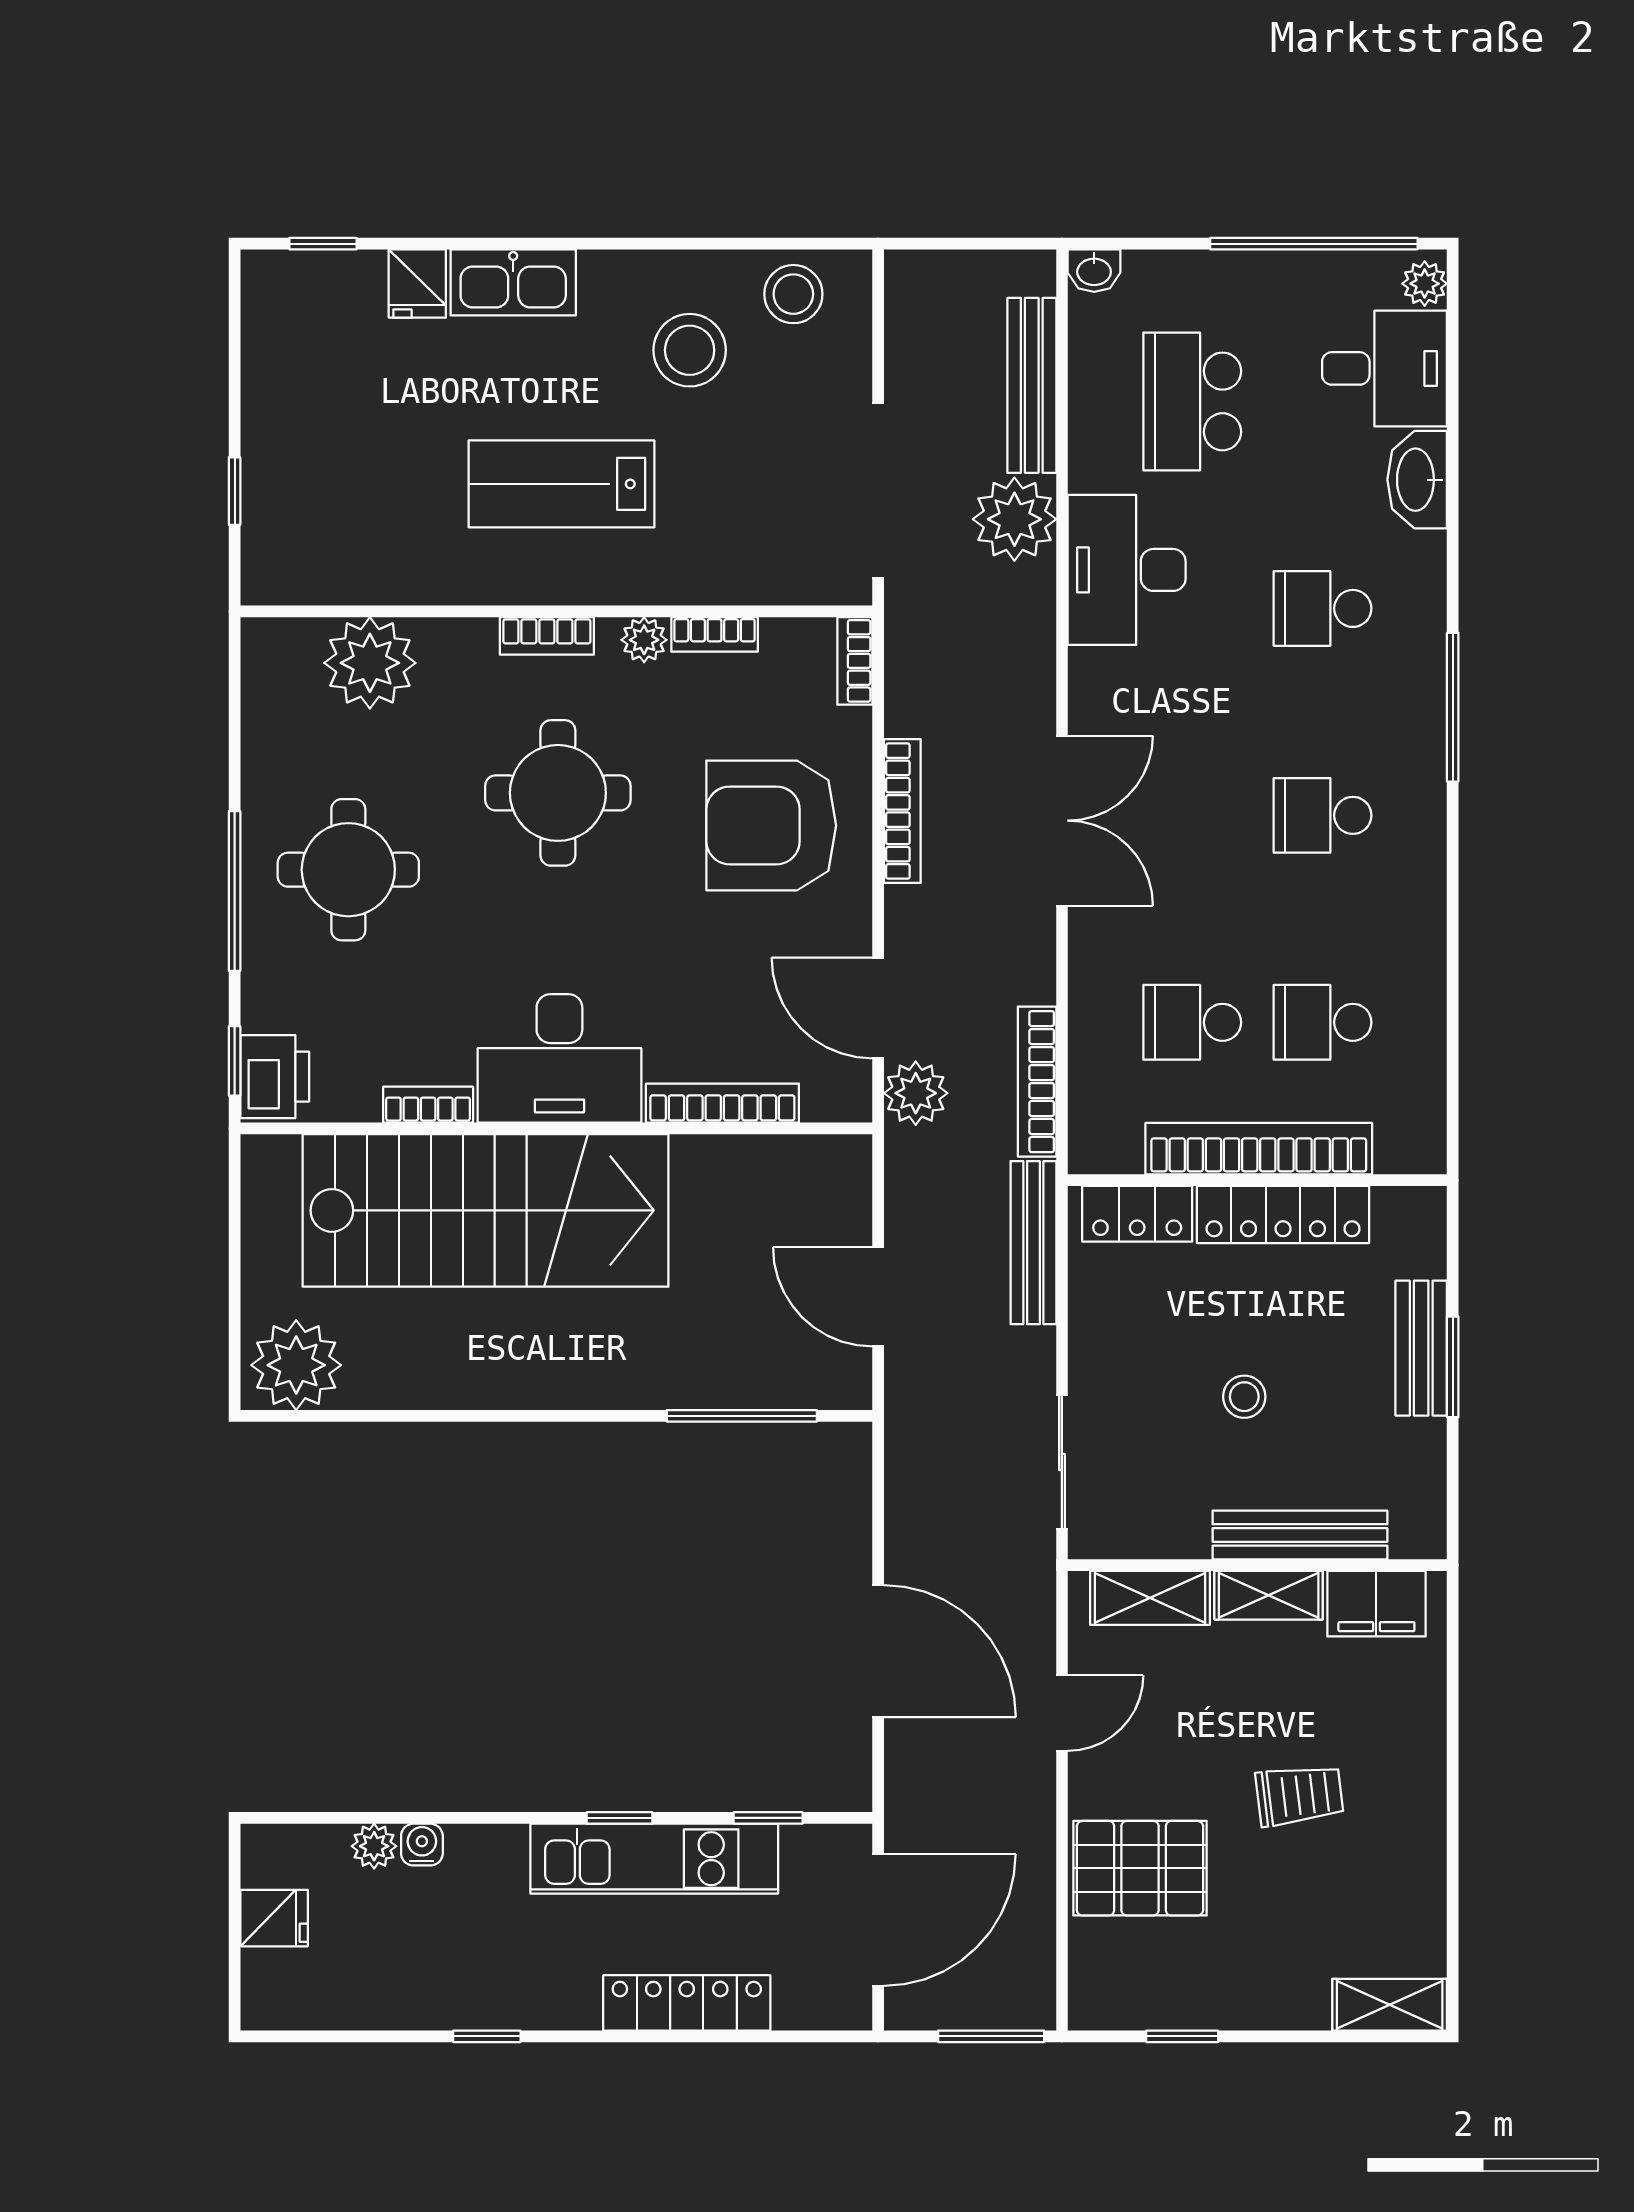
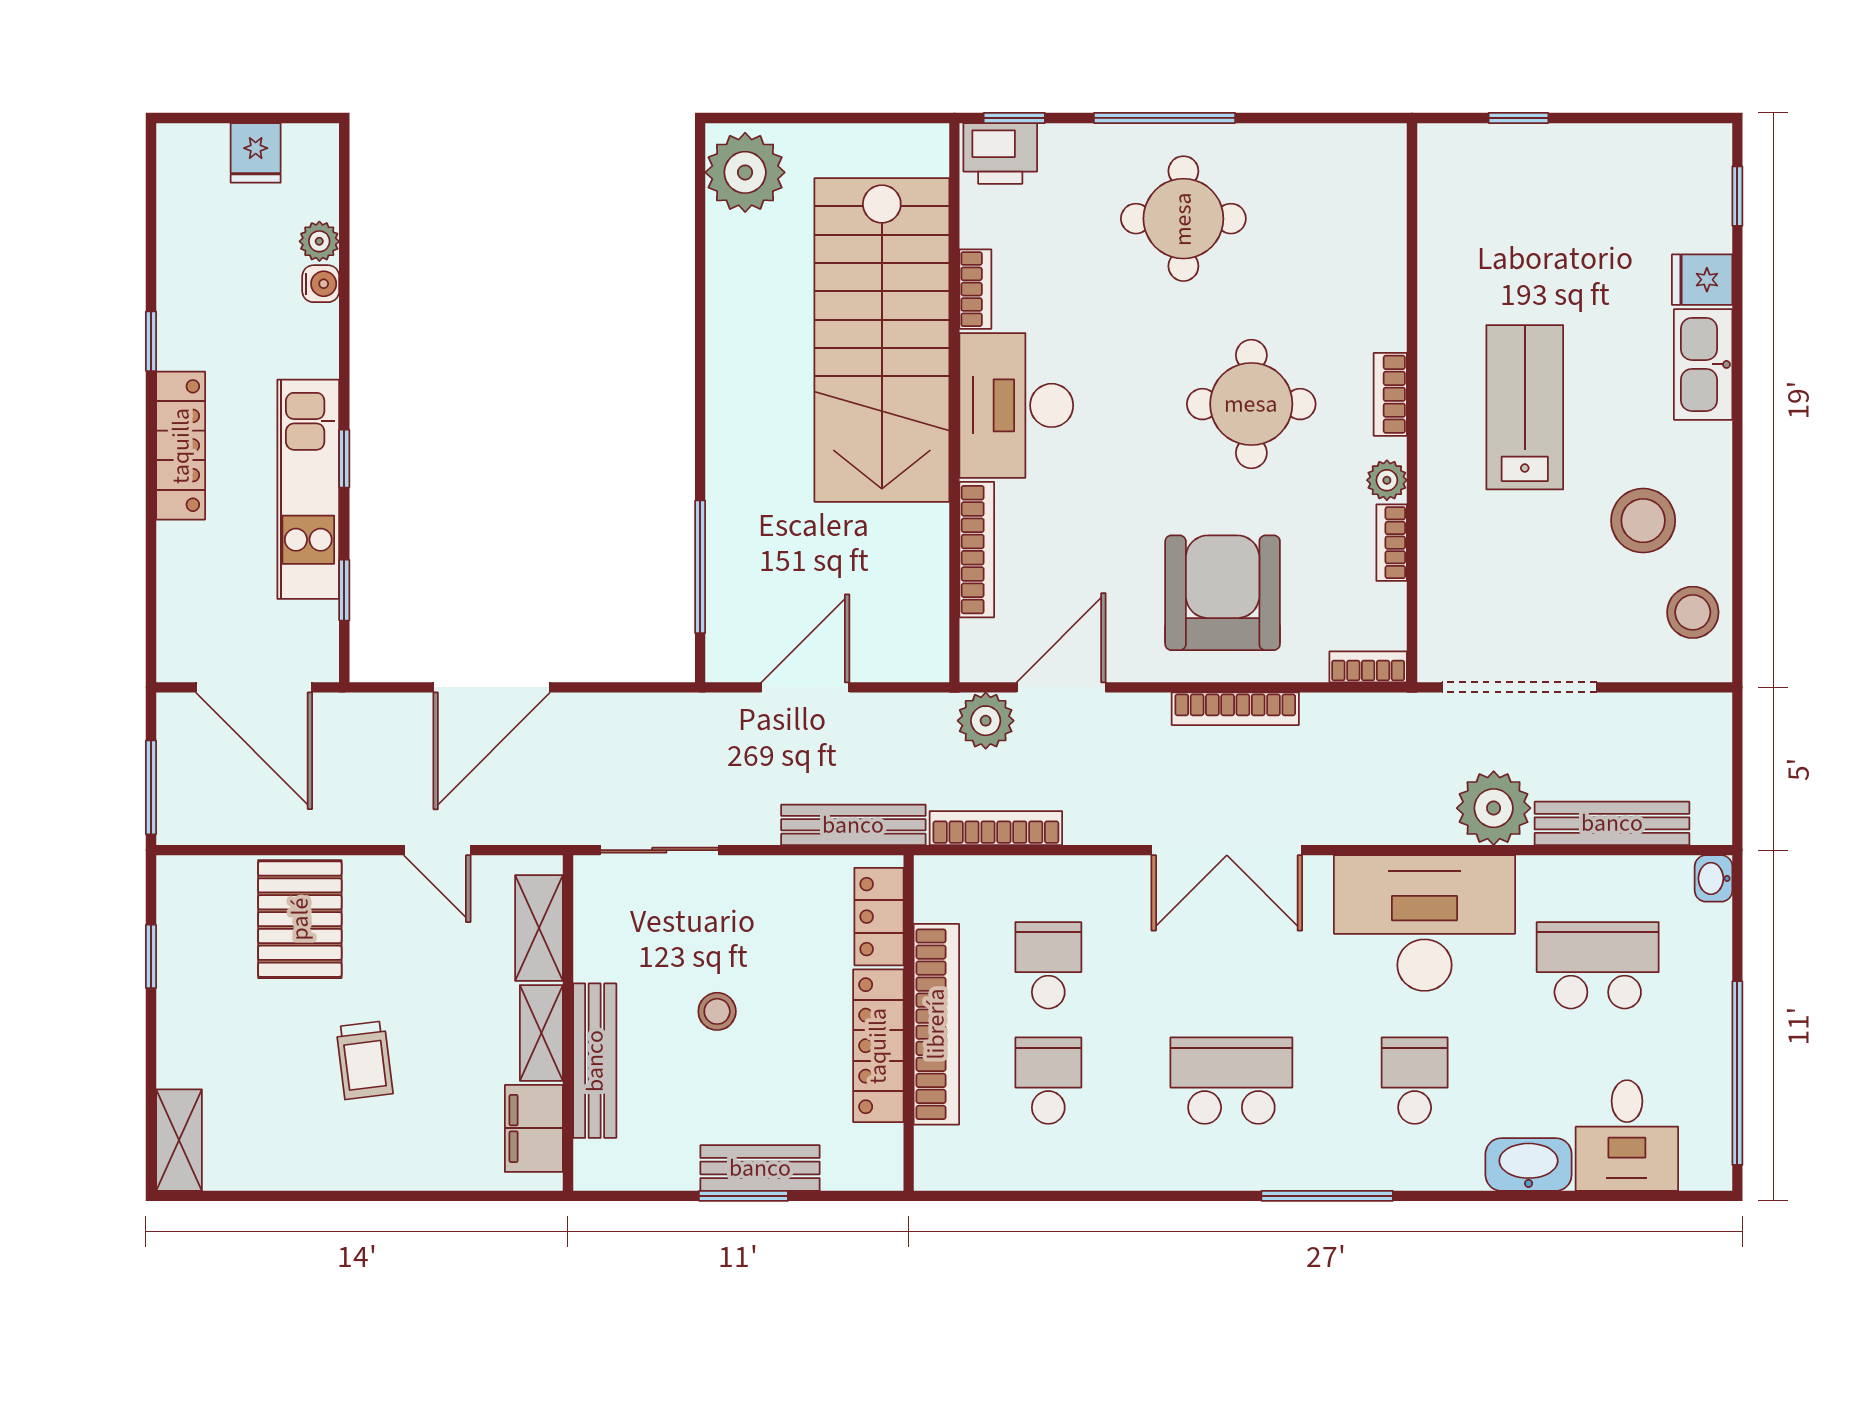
plant: (1425, 284) -> (1702, 1171), removed
desk: (1127, 570) -> (1424, 923), width x1.36, depth x1.30
plant: (370, 663) -> (1366, 238), removed
school desk: (1323, 815) -> (1231, 1081), width x1.85
locker: (687, 2003) -> (181, 446), moved

